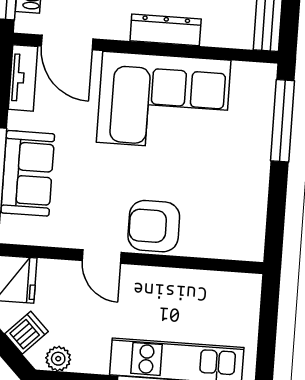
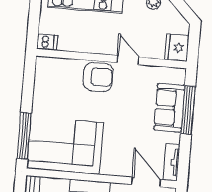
corner sofa: (164, 101) -> (65, 146), moved
dishwasher: (27, 333) -> (47, 42), moved, turned -135

